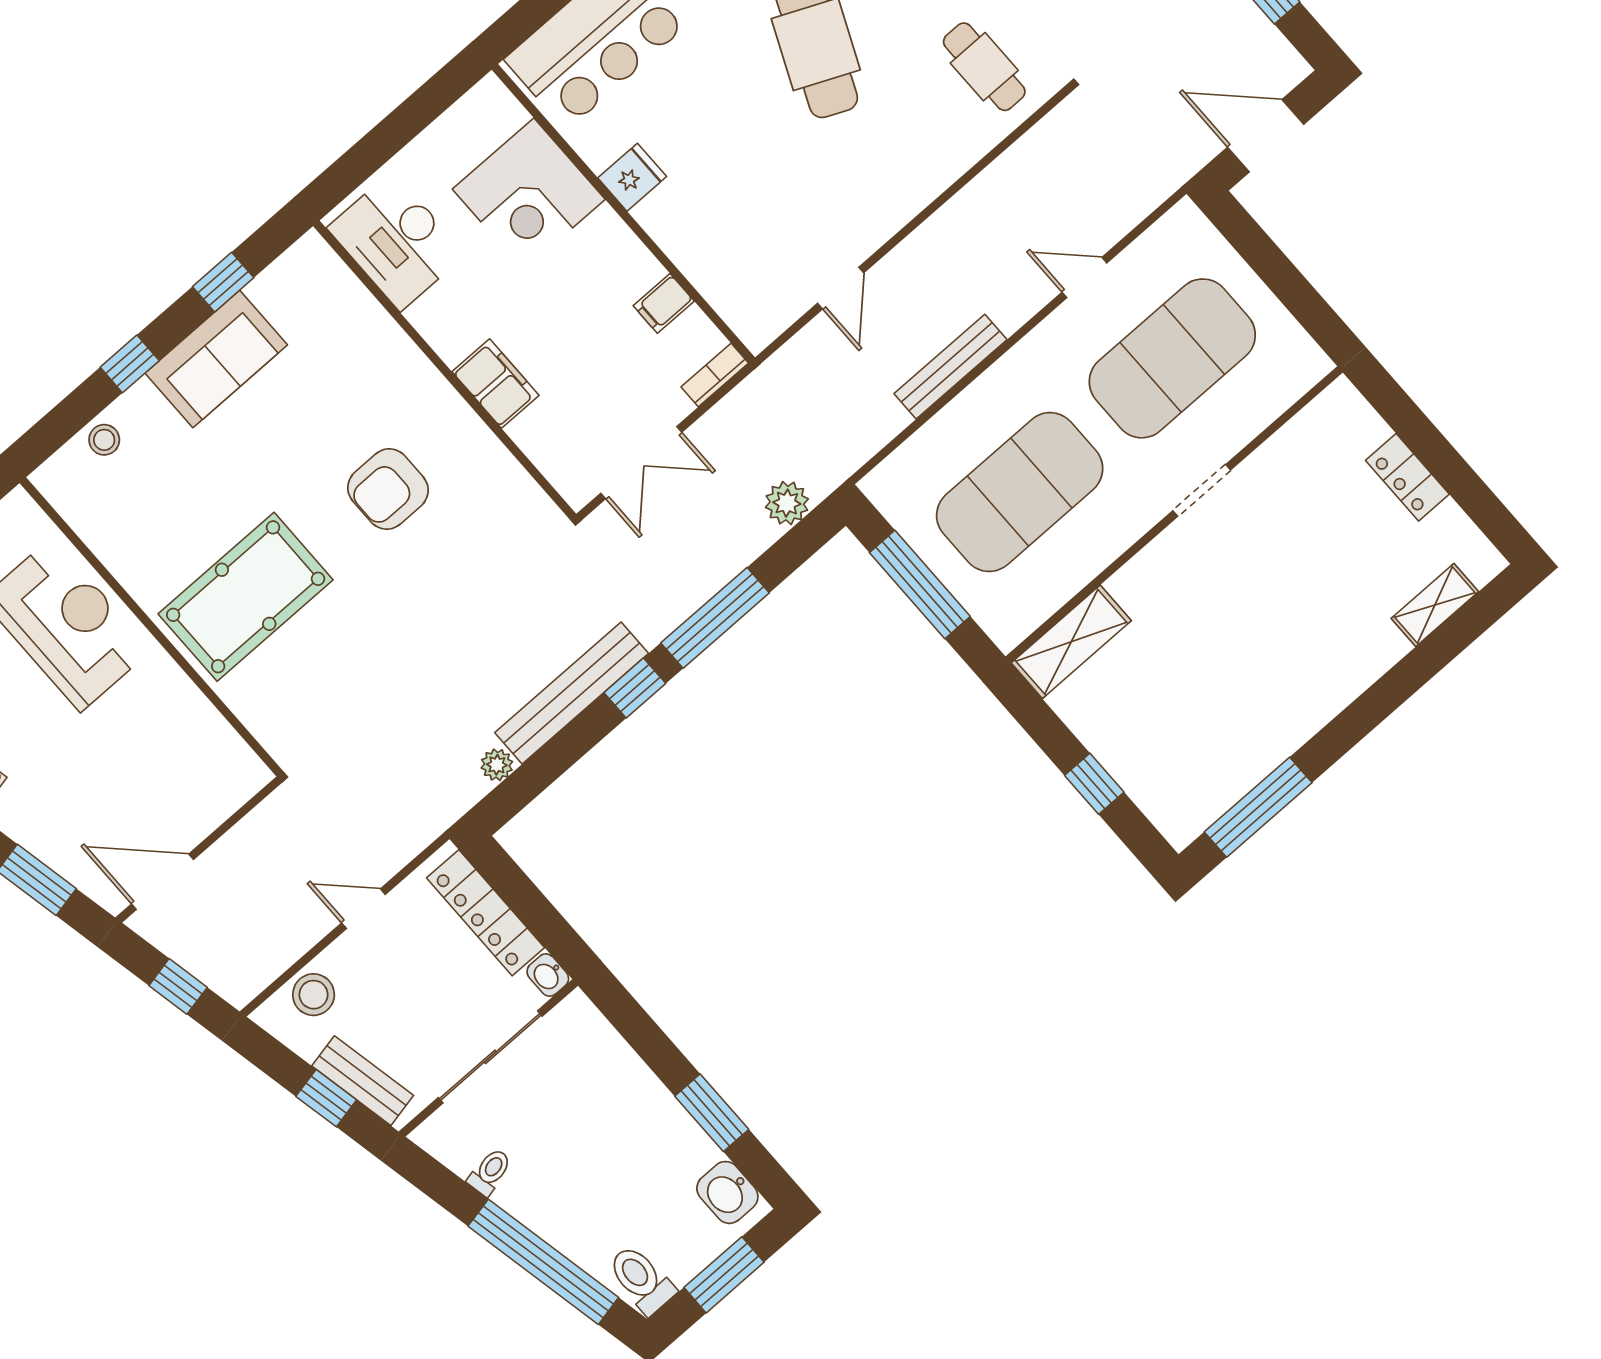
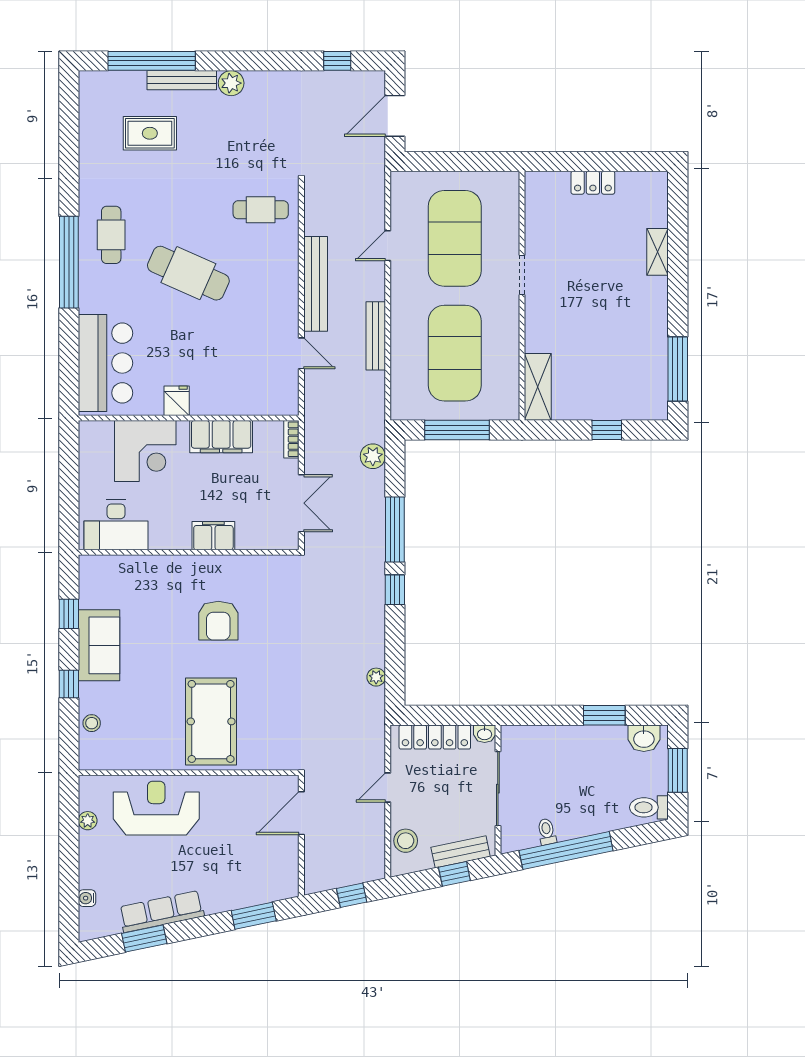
filing cabinet: (664, 303) -> (221, 437), width x3.00, depth x1.17
shelving: (1435, 605) -> (658, 252), moved
bench: (572, 693) -> (316, 284), moved
door: (162, 882) -> (301, 813), moved
window: (543, 1262) -> (566, 851), moved

